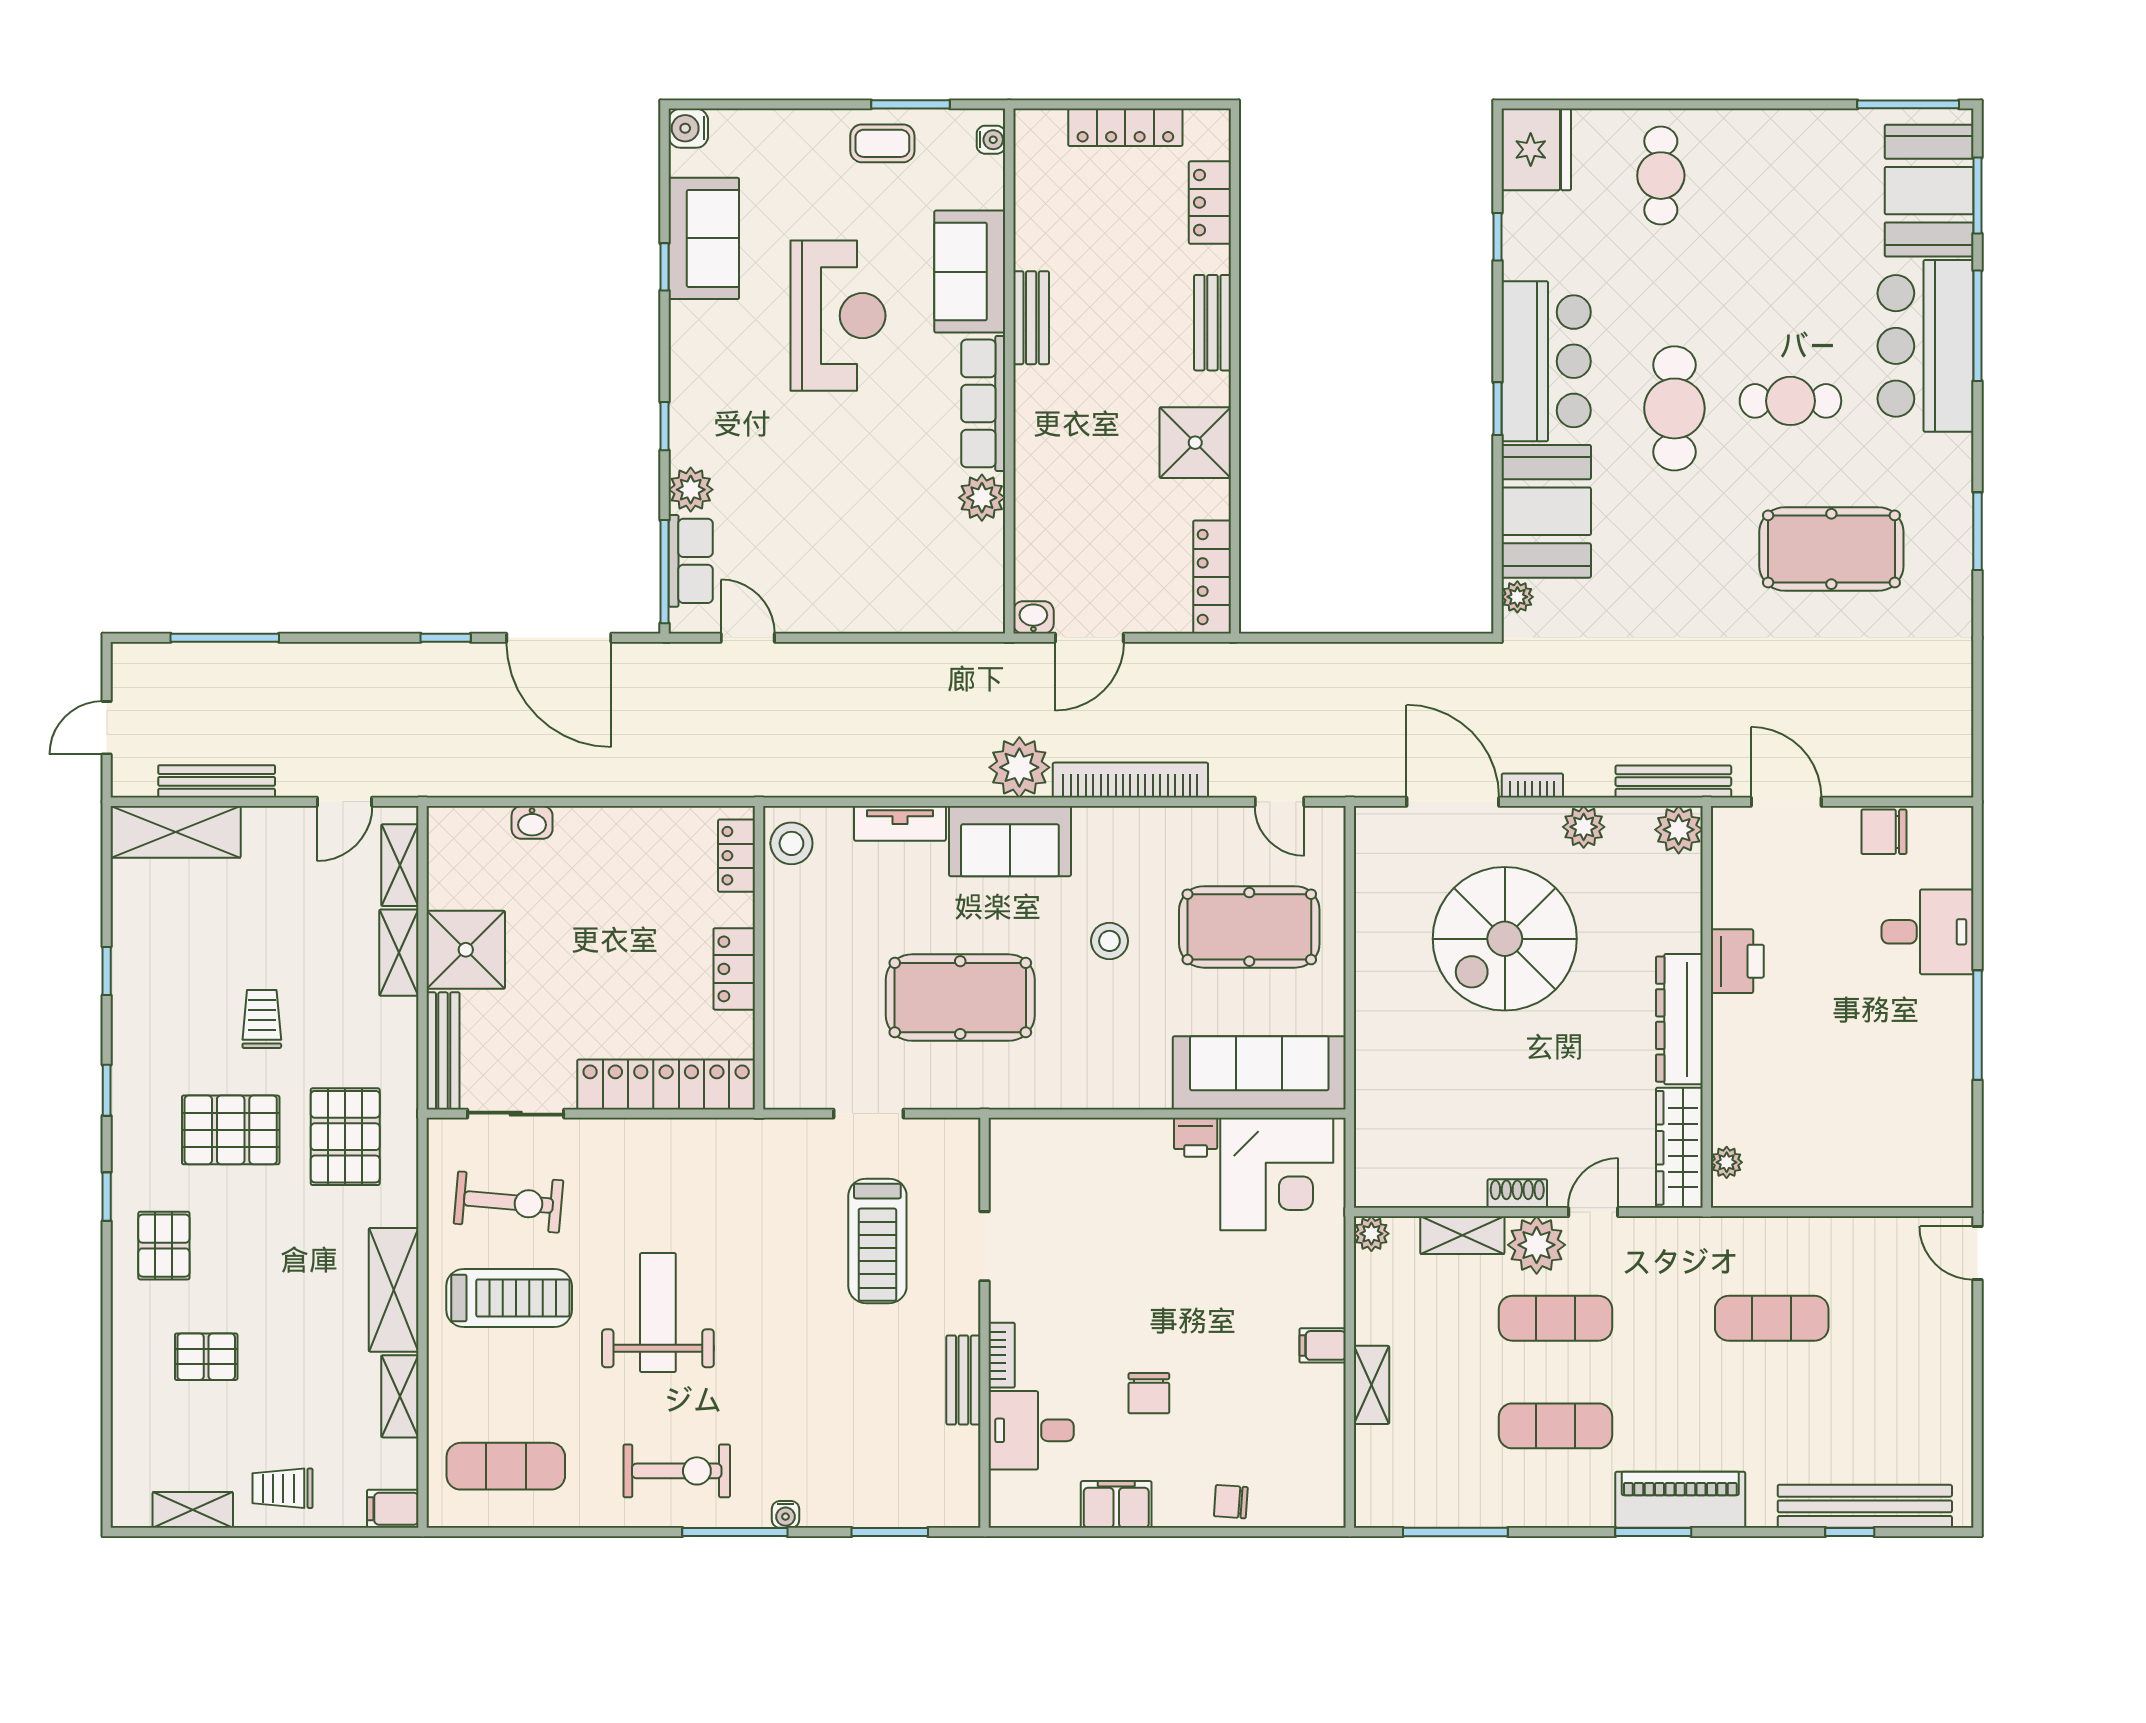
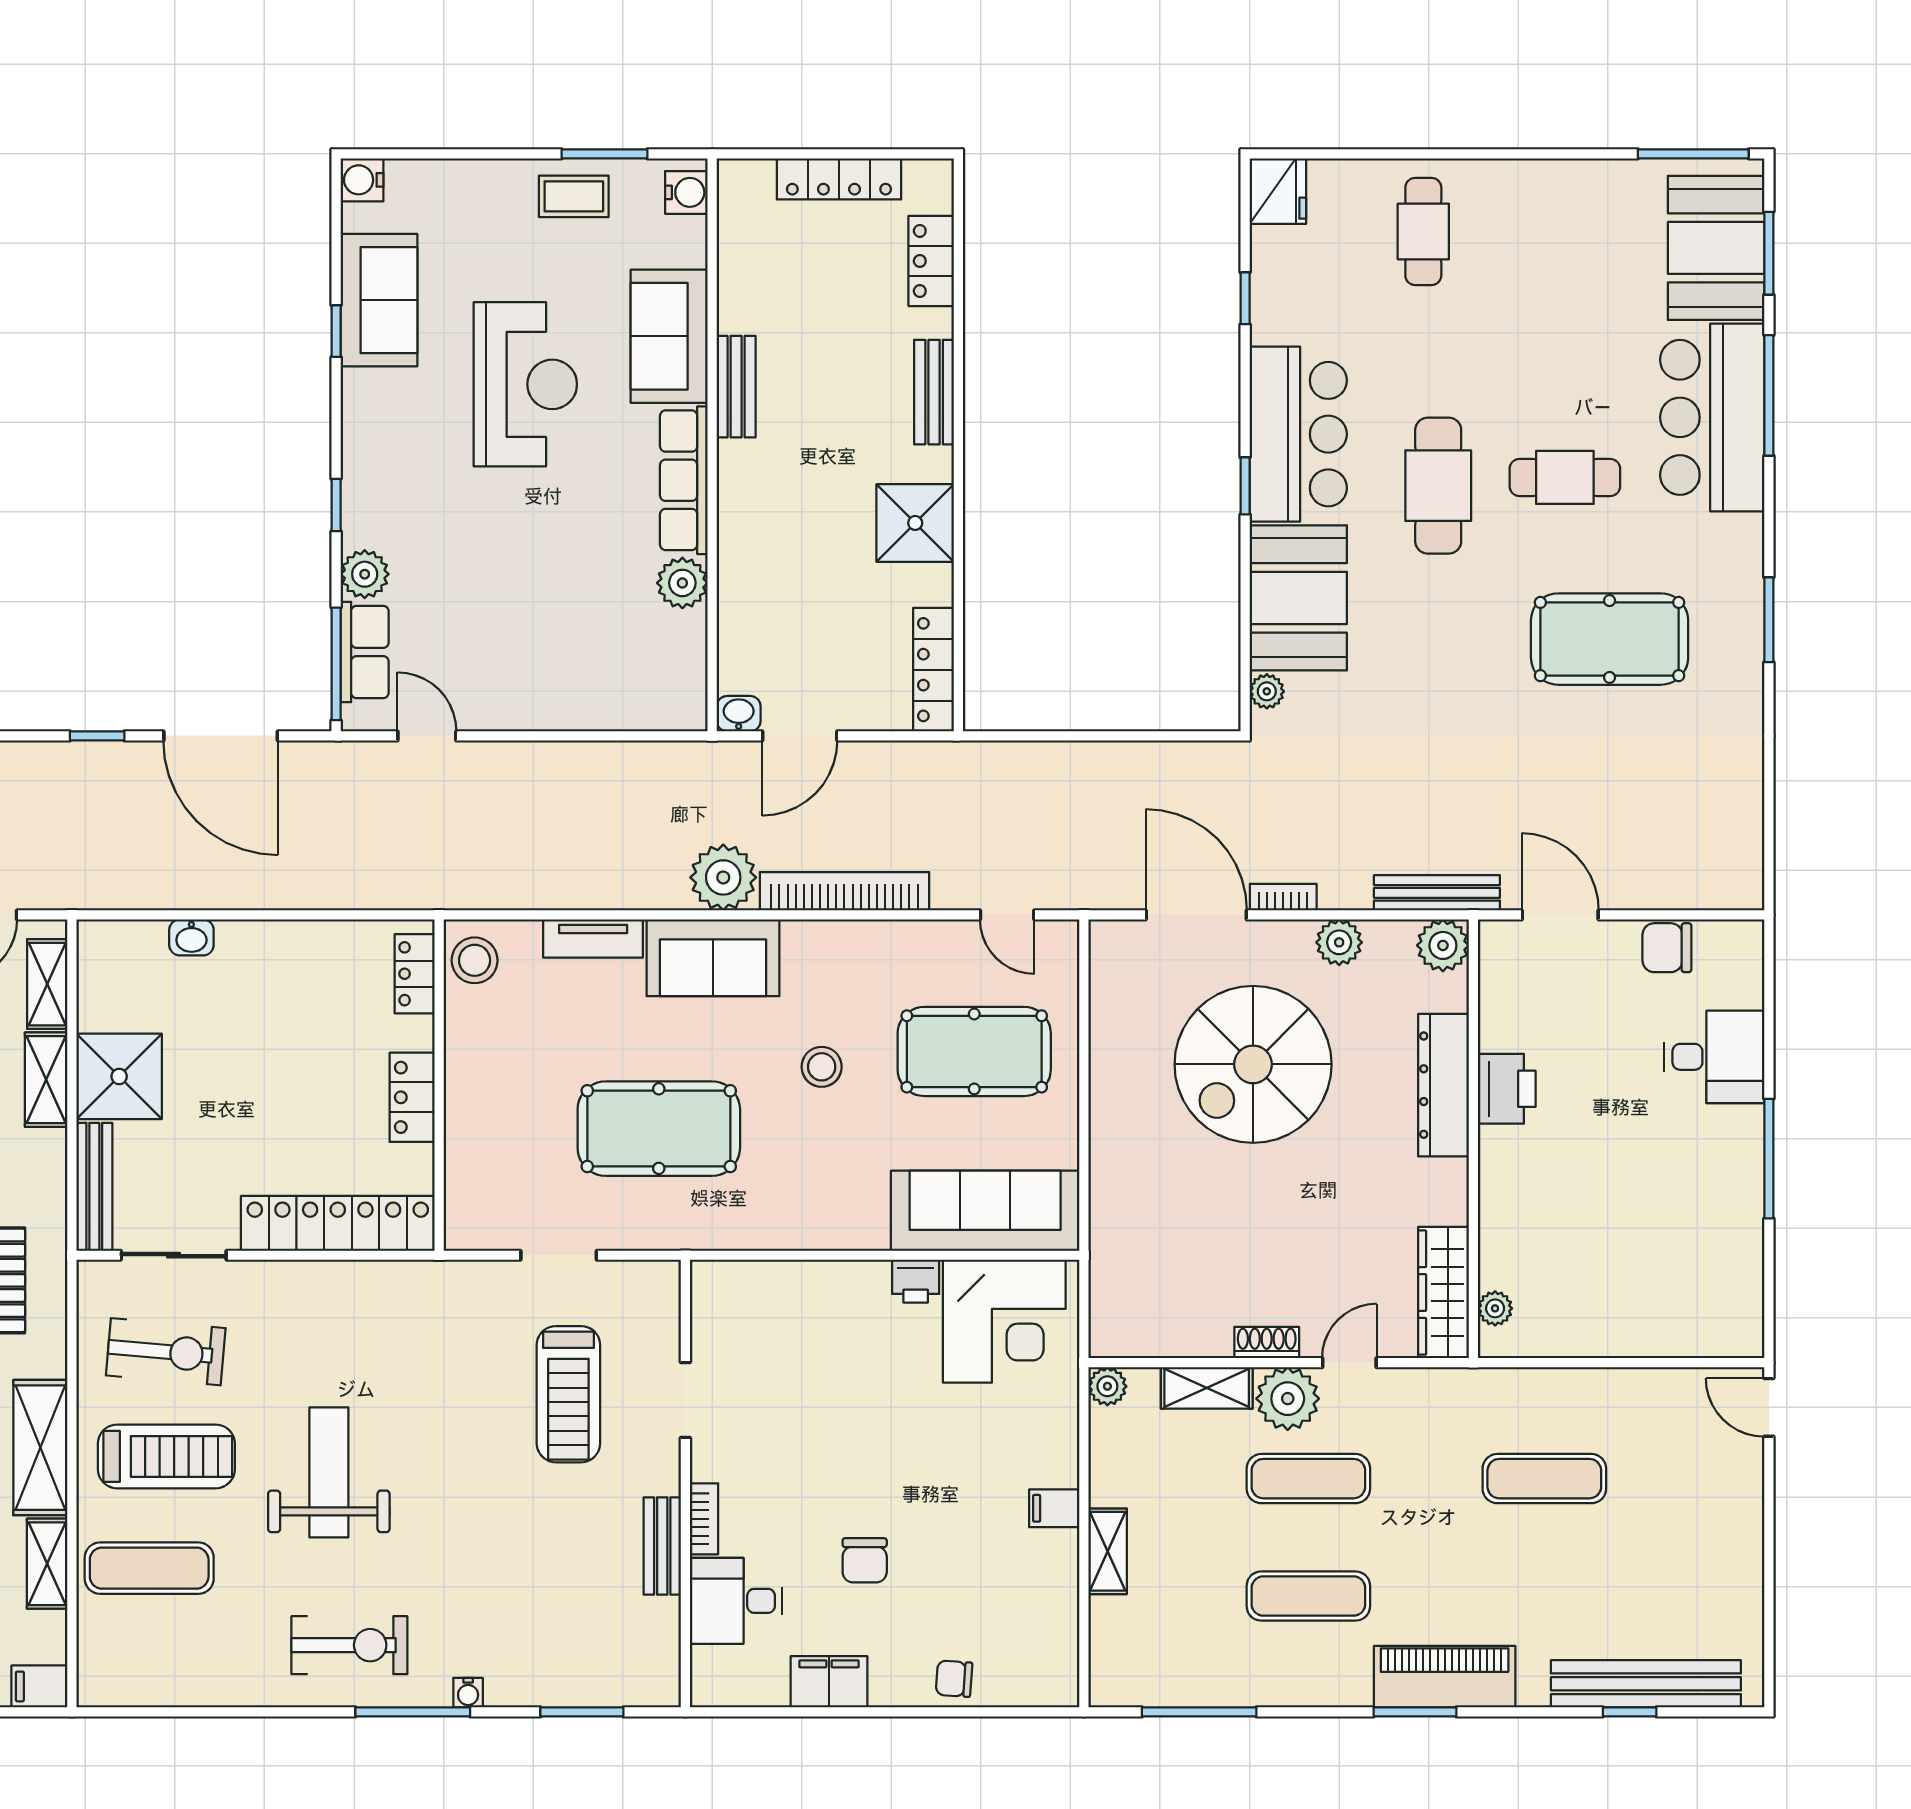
water cooler: (991, 140) -> (686, 192), width x1.38, depth x1.38
fridge: (1536, 149) -> (1278, 191), width x0.73, depth x0.75
dresser: (1679, 1019) -> (1443, 1085), moved
exercise mat: (506, 1466) -> (149, 1568), moved

